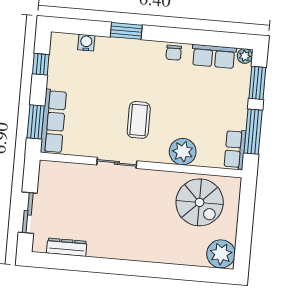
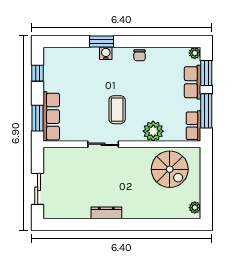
water cooler: (86, 43) -> (106, 53), moved
row of seats: (214, 56) -> (193, 82), moved, turned 90
dresser: (67, 247) -> (106, 213), moved
plant: (221, 254) -> (195, 208), width x0.53, depth x0.53

